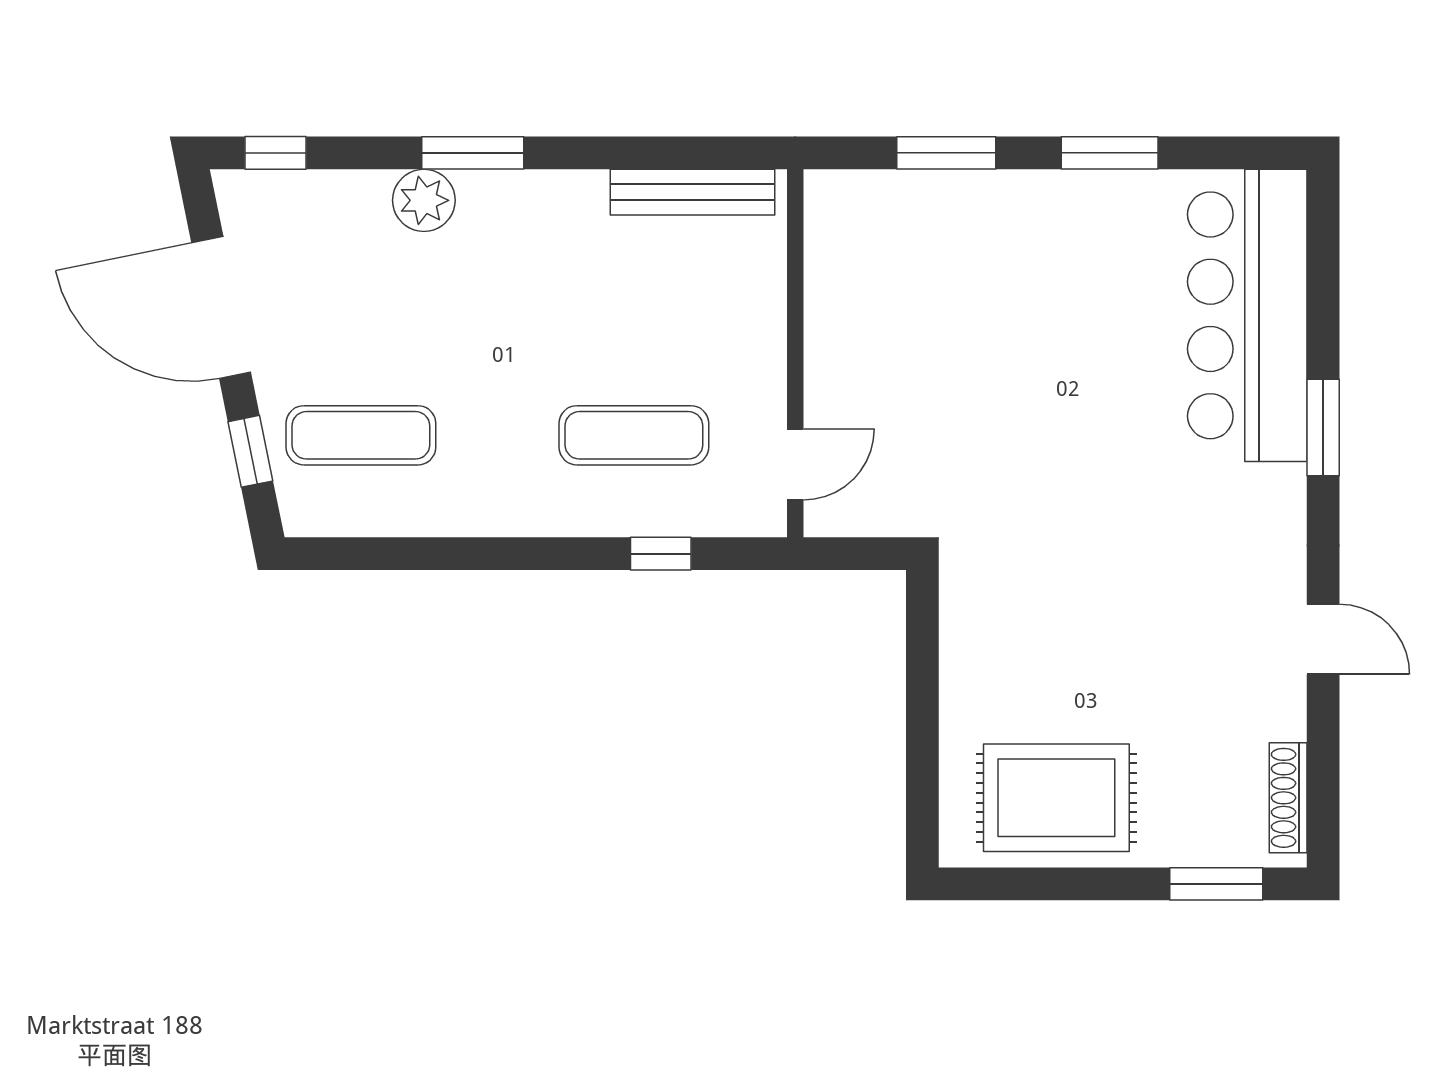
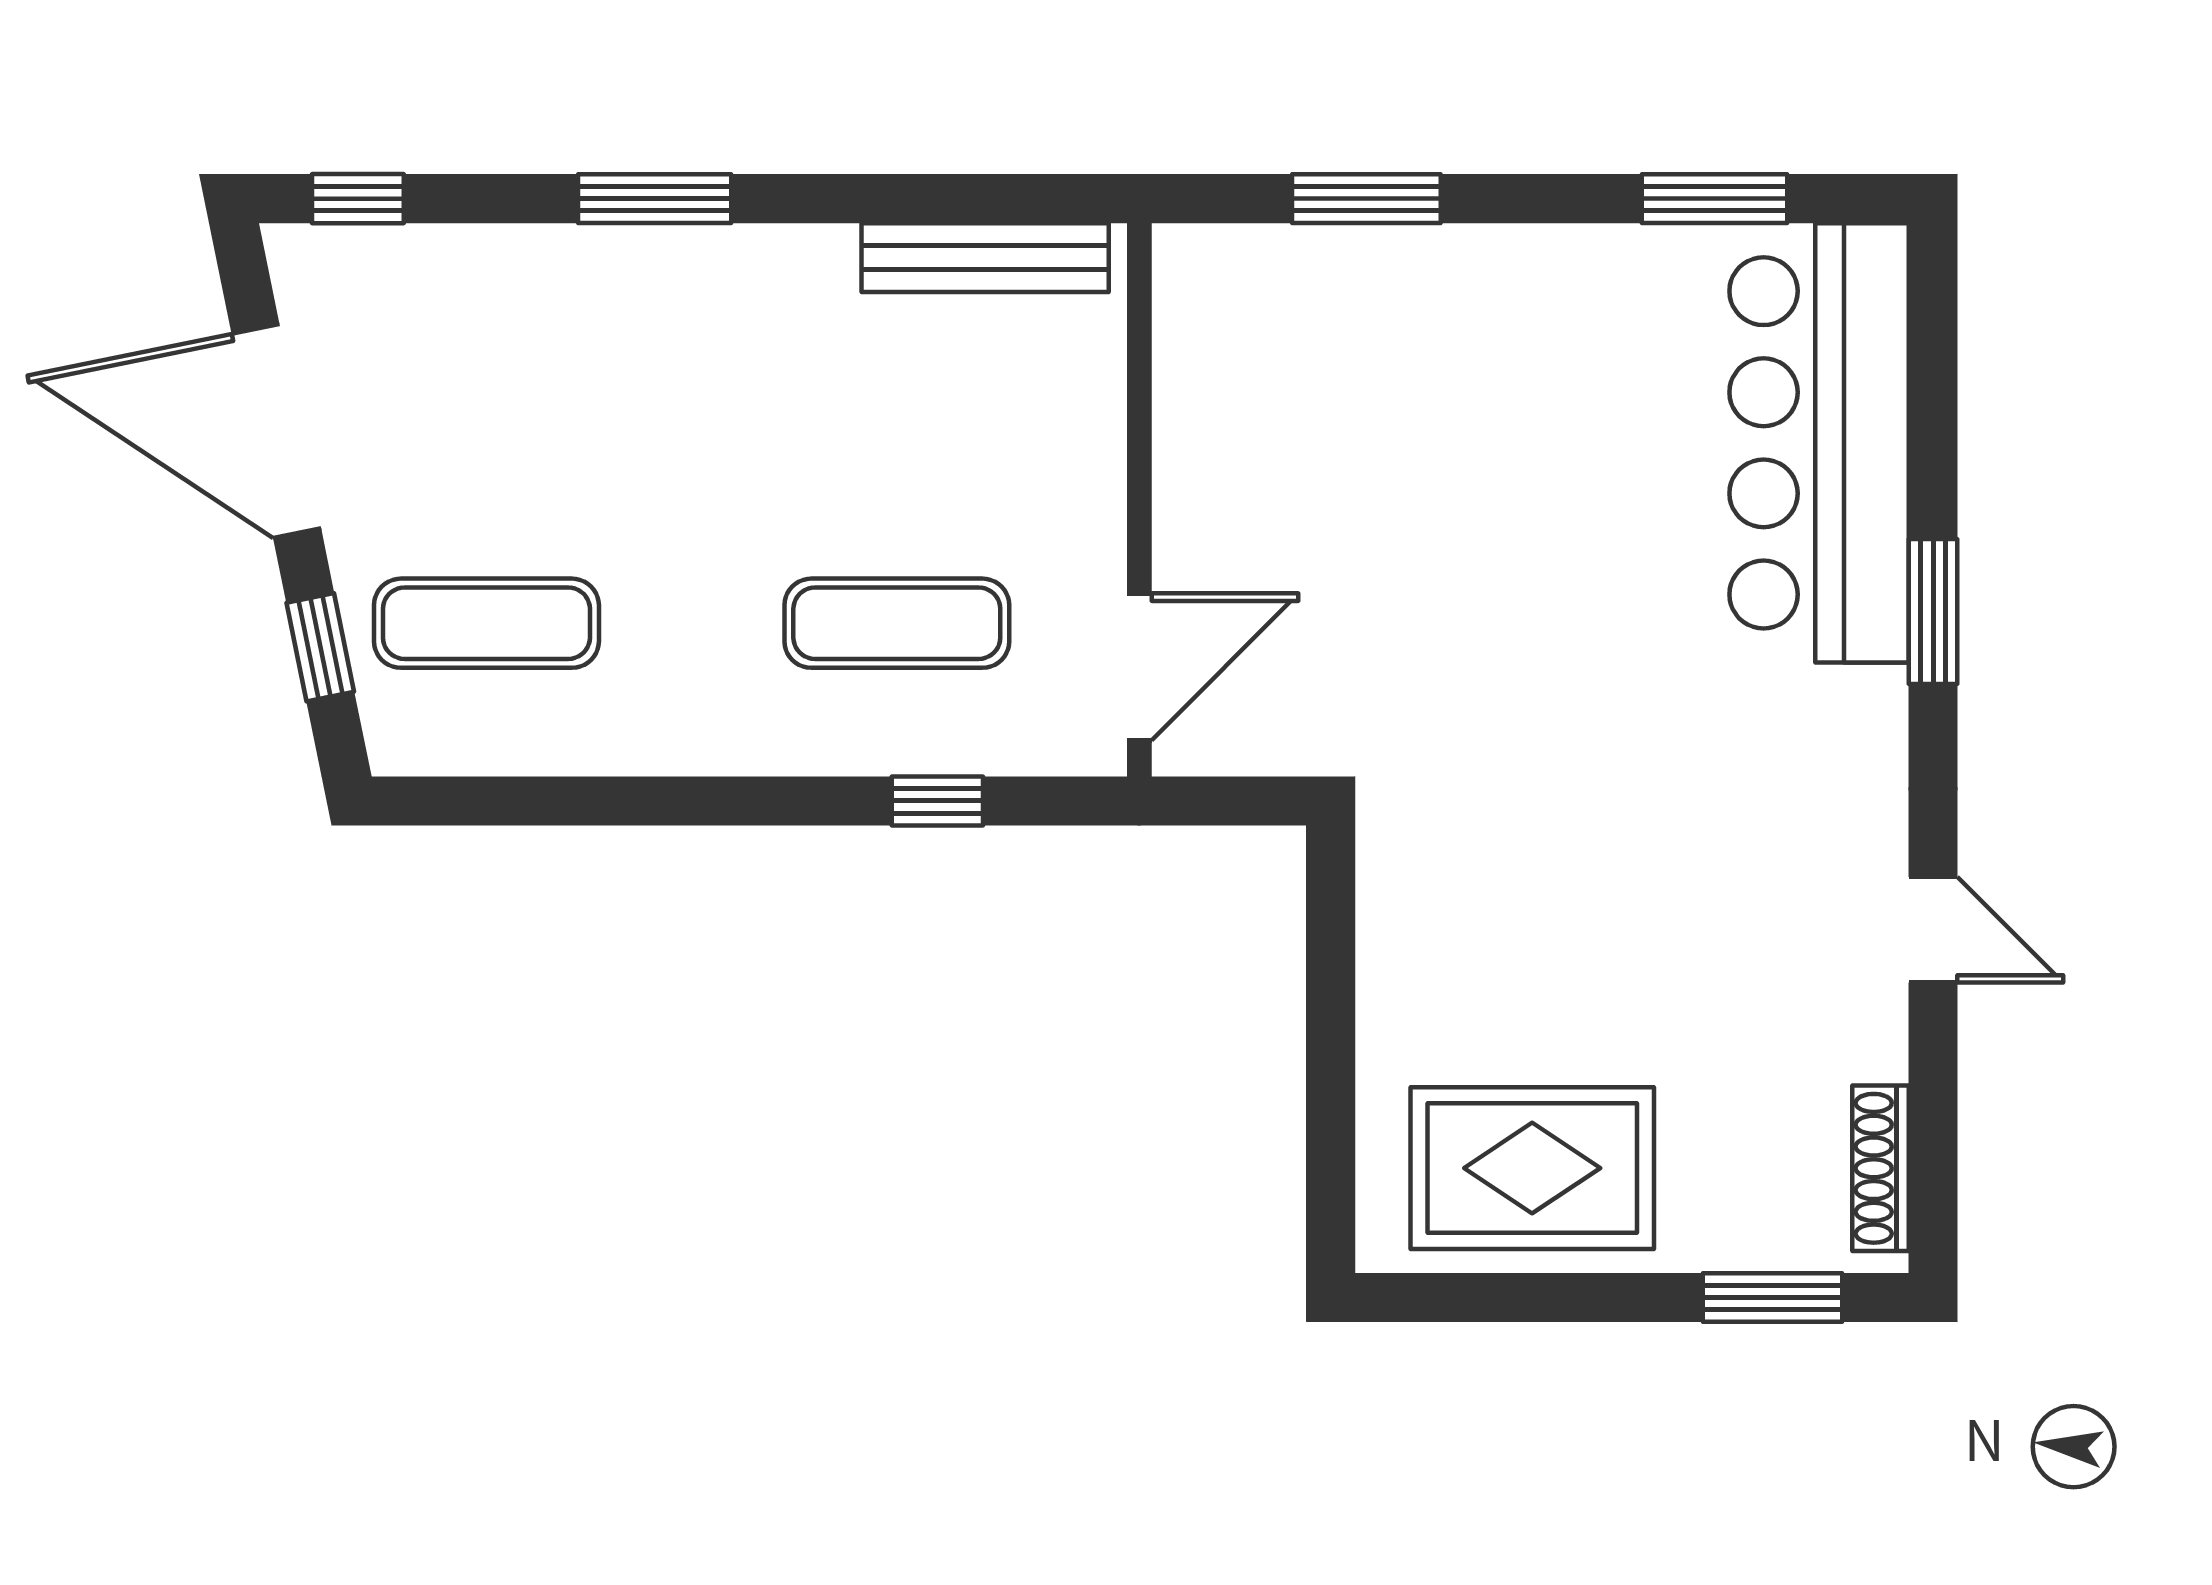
window: (1110, 153) -> (1715, 199), moved
plant: (424, 200) -> (581, 270), removed
door: (795, 464) -> (1139, 667), width x1.38

